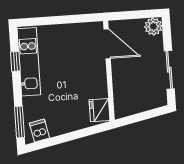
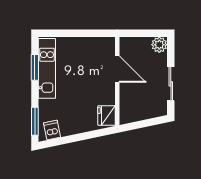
door: (107, 44) -> (117, 69), moved
window: (15, 61) -> (35, 67), width x1.50

